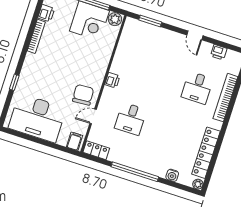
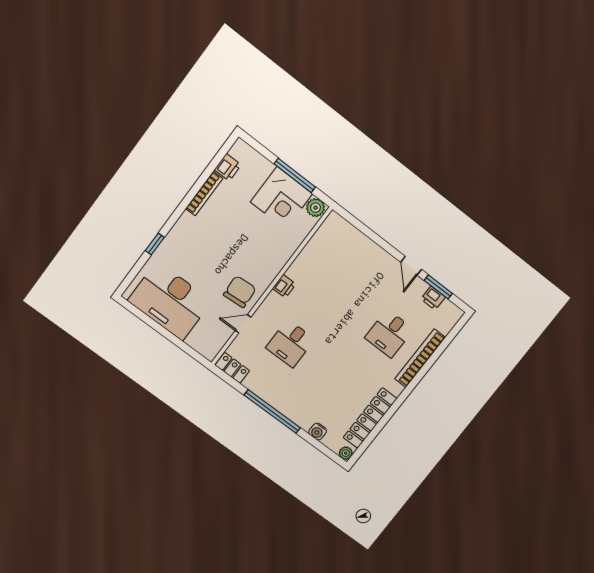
window: (150, 21) -> (438, 287), moved
filing cabinet: (74, 141) -> (208, 347), removed

